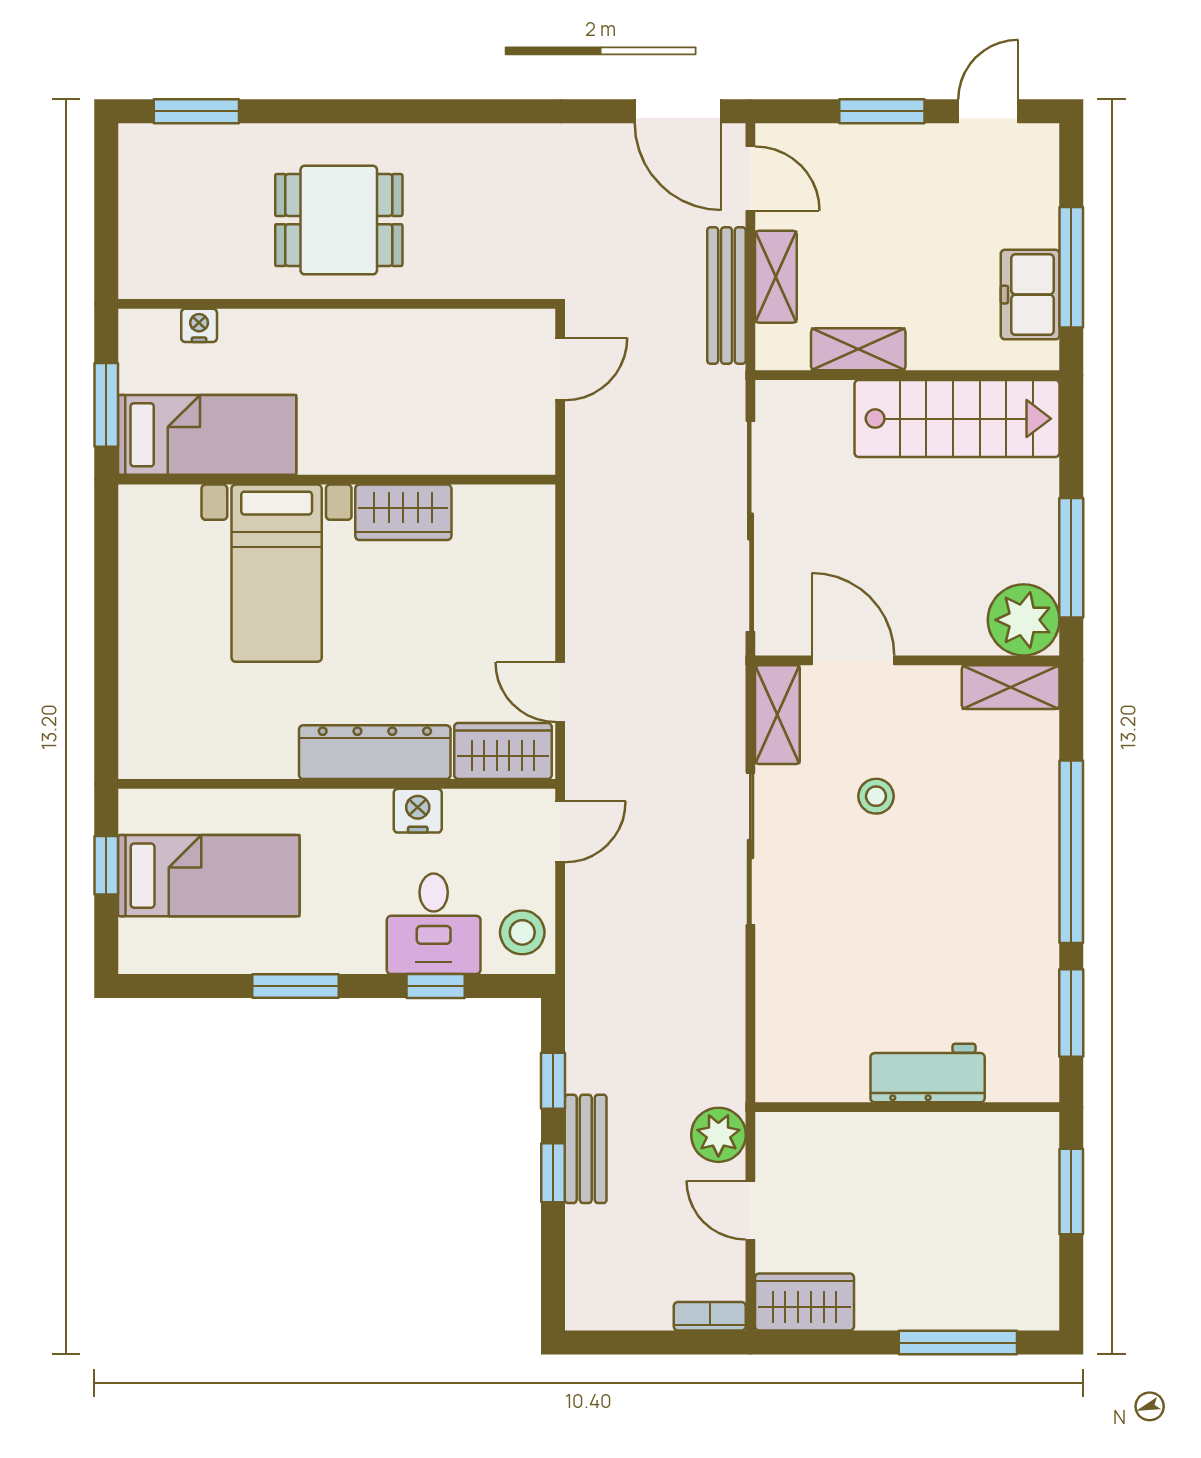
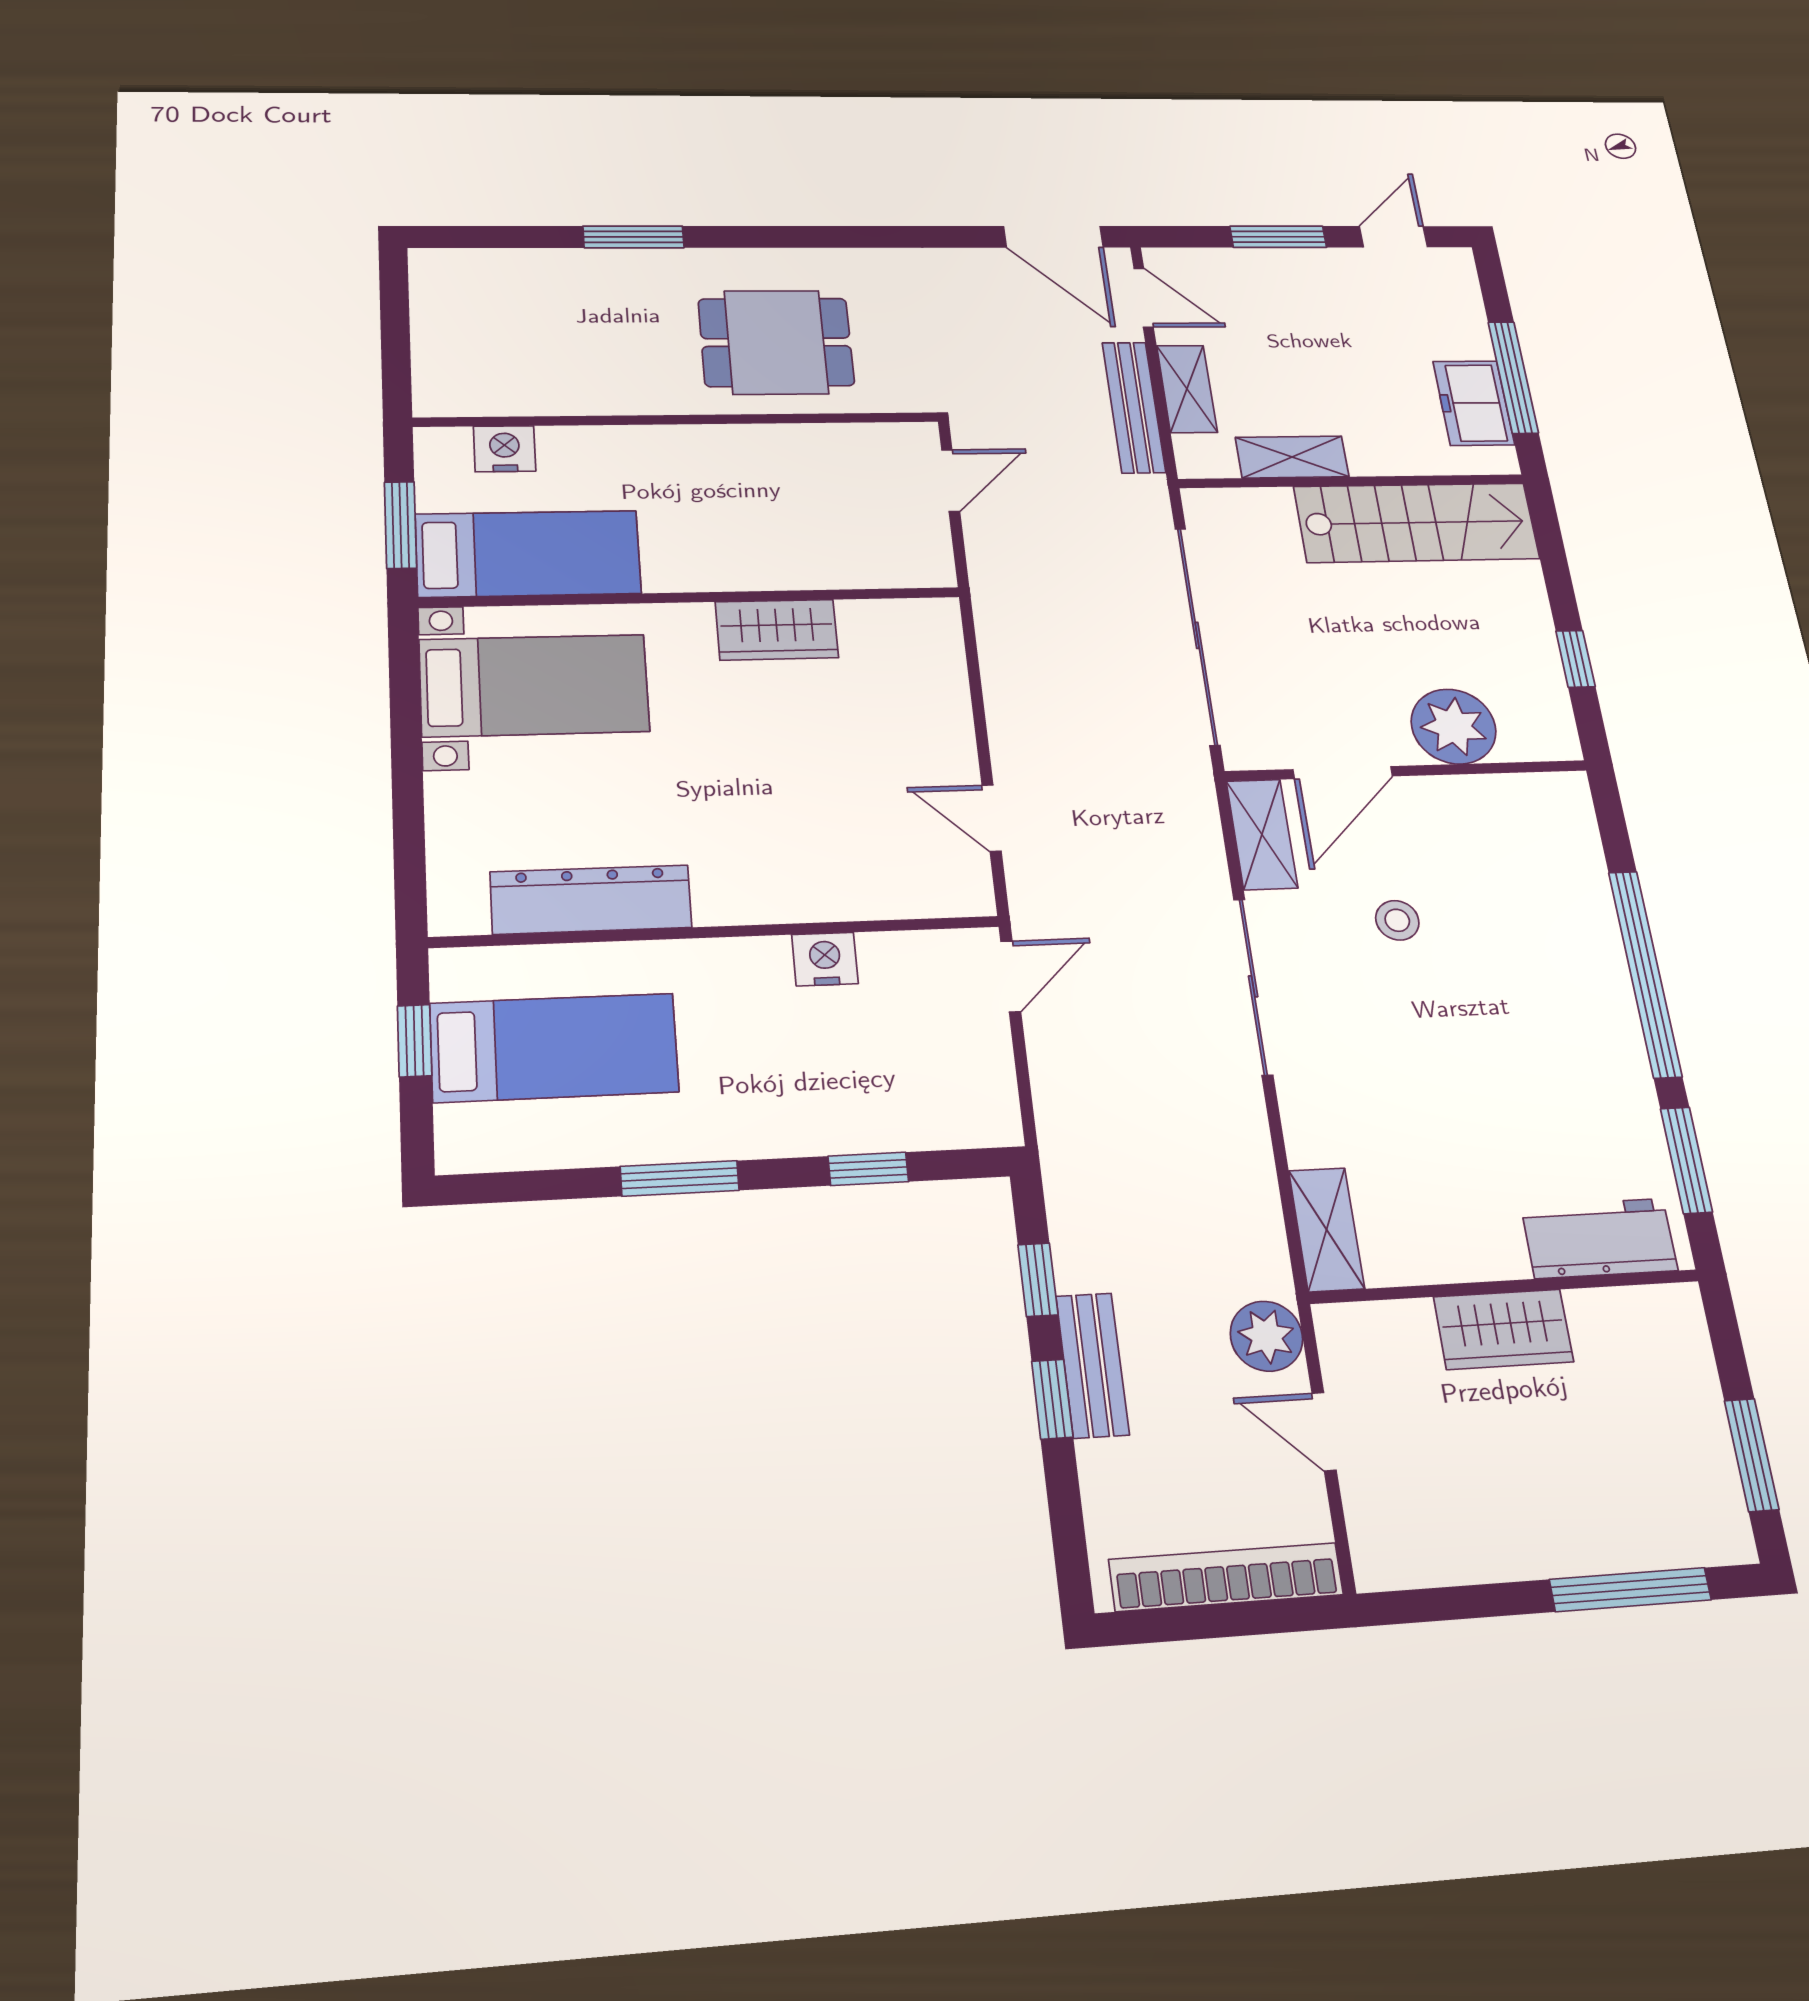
window: (196, 111) -> (634, 237), moved
dining table: (339, 220) -> (776, 342), moved
nightstand: (199, 325) -> (505, 449), width x1.39, depth x1.35
window: (1071, 558) -> (1575, 659), width x0.46
bed with nightstands: (277, 573) -> (534, 685), moved, turned -90
plant: (1024, 620) -> (1454, 726), moved
door: (853, 660) -> (1343, 773), swing flipped
shelving: (1011, 687) -> (1327, 1229), moved, turned 90
wardrobe: (503, 751) -> (927, 886), removed
dresser: (375, 752) -> (591, 900), moved
desk: (434, 924) -> (858, 1093), removed
stool: (522, 932) -> (976, 1098), removed
workbench: (928, 1073) -> (1599, 1238), moved
window: (1071, 1191) -> (1752, 1455), moved
wardrobe: (805, 1302) -> (1504, 1329), moved, turned 180
bookcase: (710, 1316) -> (1226, 1577), width x2.31, depth x1.31

